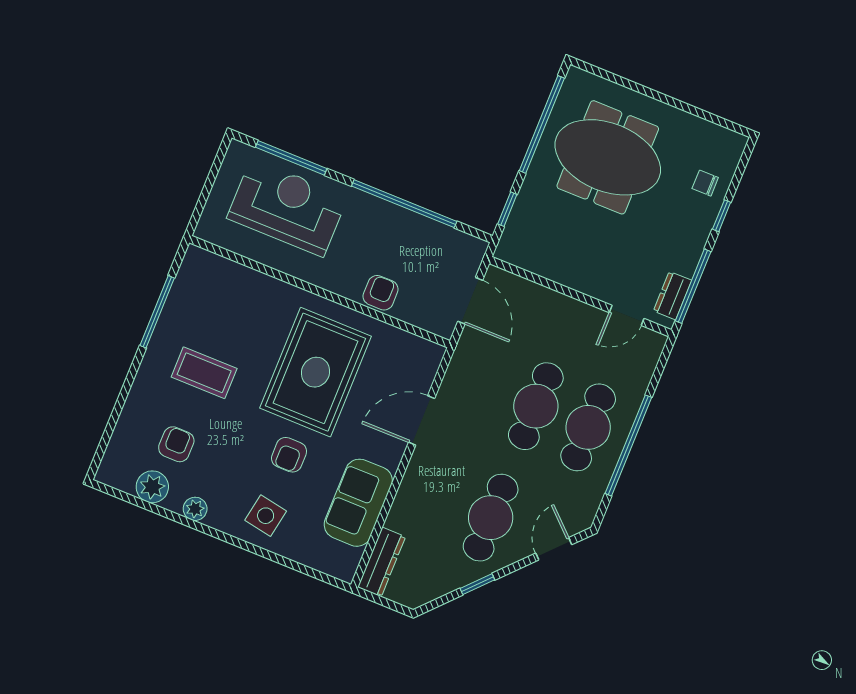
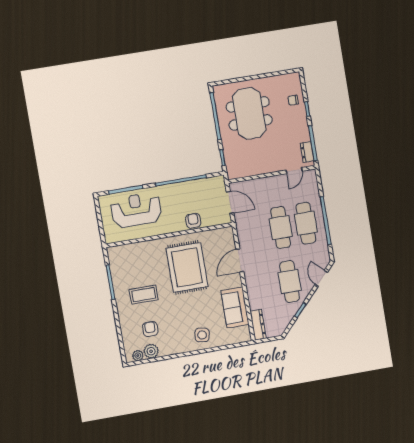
meeting table: (608, 157) -> (249, 113), turned 90
armchair: (289, 455) -> (197, 306), removed
plant: (195, 509) -> (138, 356), moved

